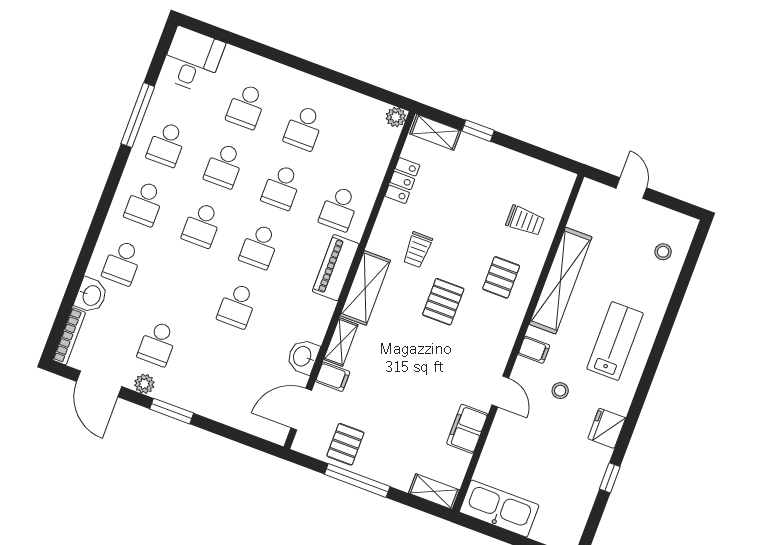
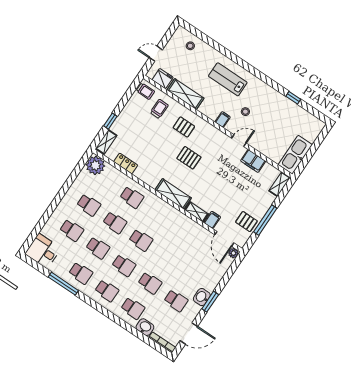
plant: (396, 117) -> (95, 165), width x1.87, depth x1.87
trolley: (418, 250) -> (145, 91), moved
piano: (336, 268) -> (160, 206), removed
shelving: (561, 281) -> (186, 94), width x0.68
school desk: (237, 306) -> (150, 283), moved
washbasin: (303, 357) -> (202, 297), moved, turned 90
plant: (144, 384) -> (233, 253), moved
fridge: (607, 428) -> (163, 79), moved, turned 180

